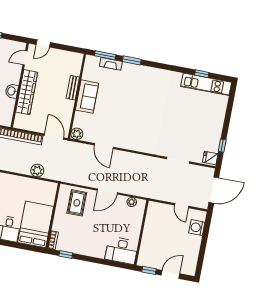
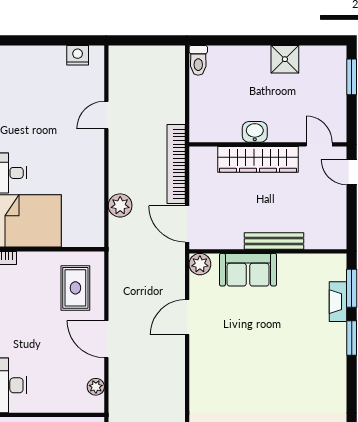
bench: (73, 88) -> (274, 241), width x1.36
sofa: (87, 97) -> (248, 270), moved
door: (54, 137) -> (187, 224), swing flipped
rug: (77, 203) -> (75, 288), turned 90

